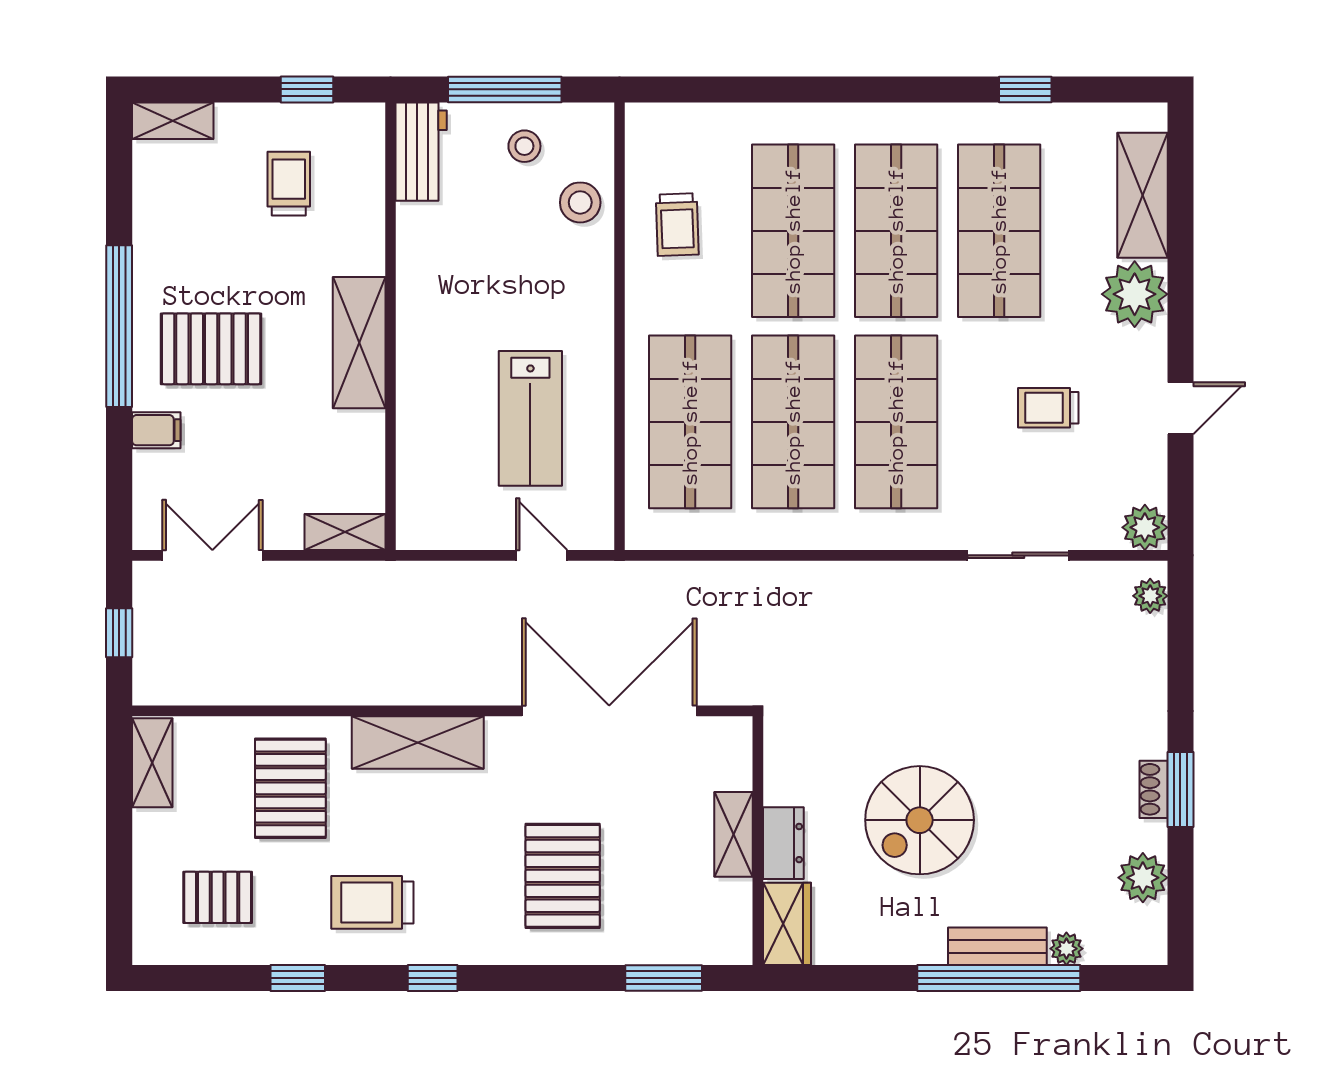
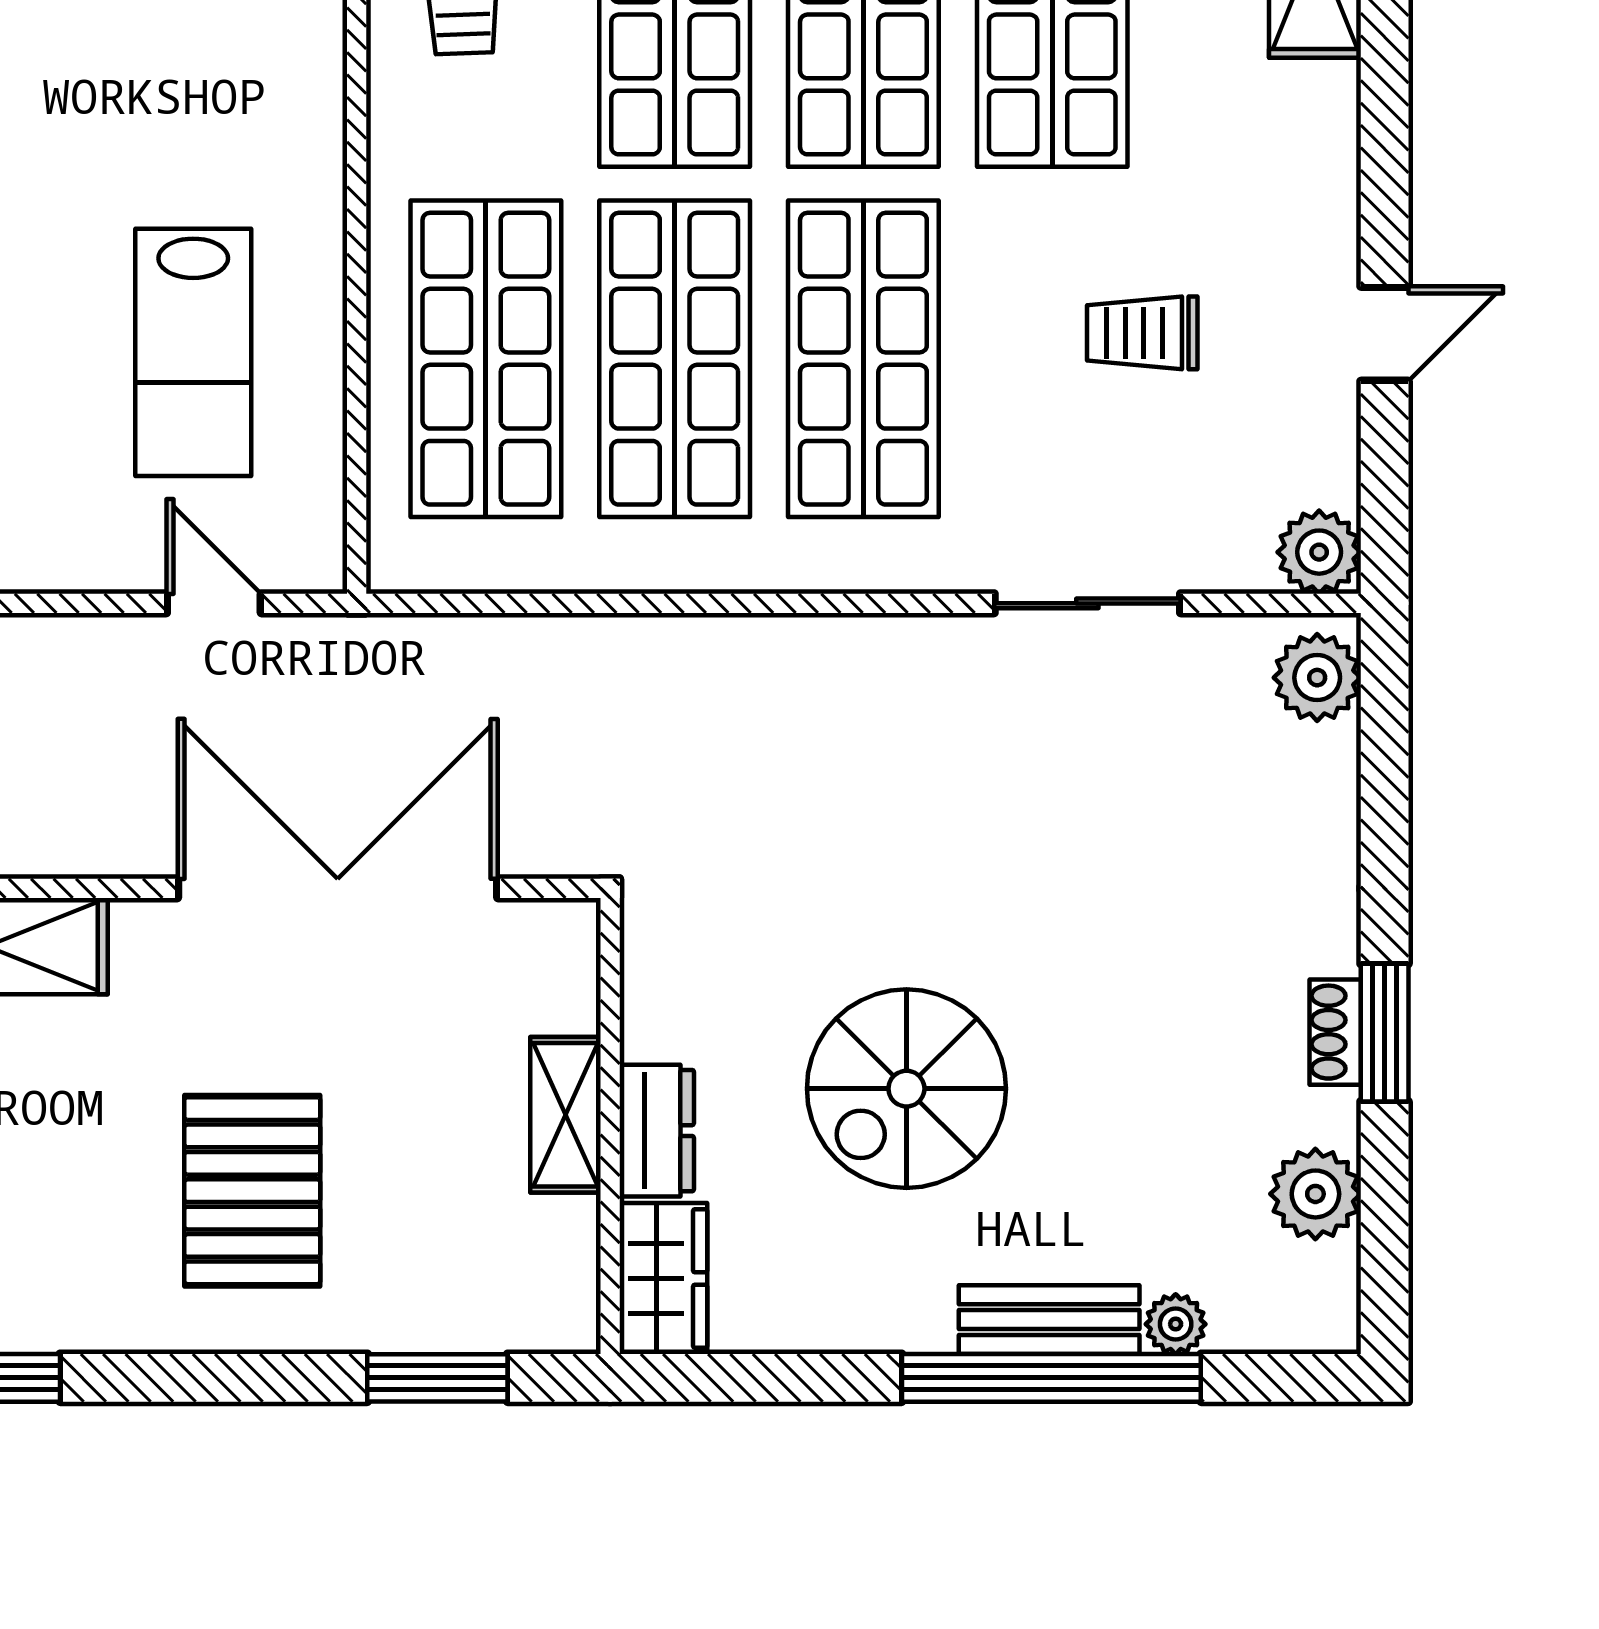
plant: (1135, 294) -> (1300, 125), removed
plant: (1150, 596) -> (1317, 678), width x1.38, depth x1.38

